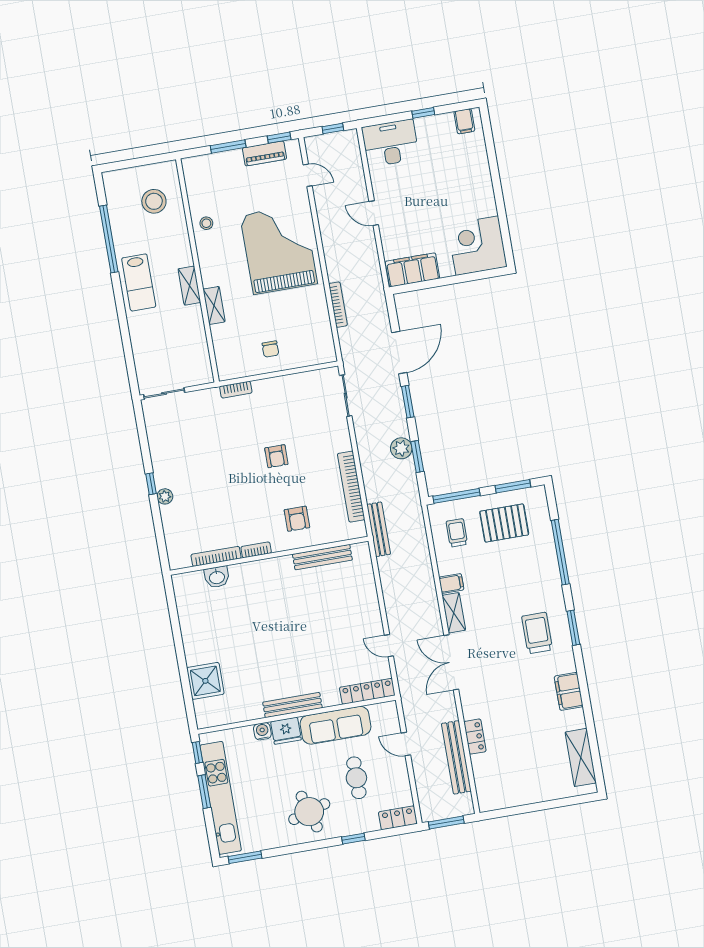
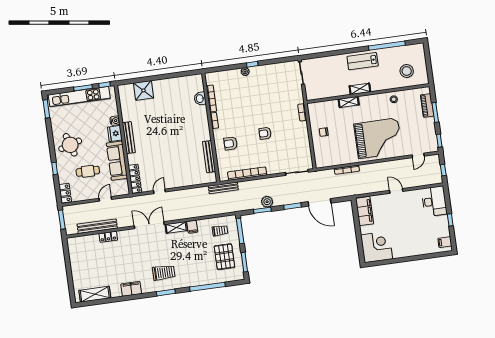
piano: (264, 153) -> (427, 105), moved
door: (374, 213) -> (396, 191), hinge flipped

